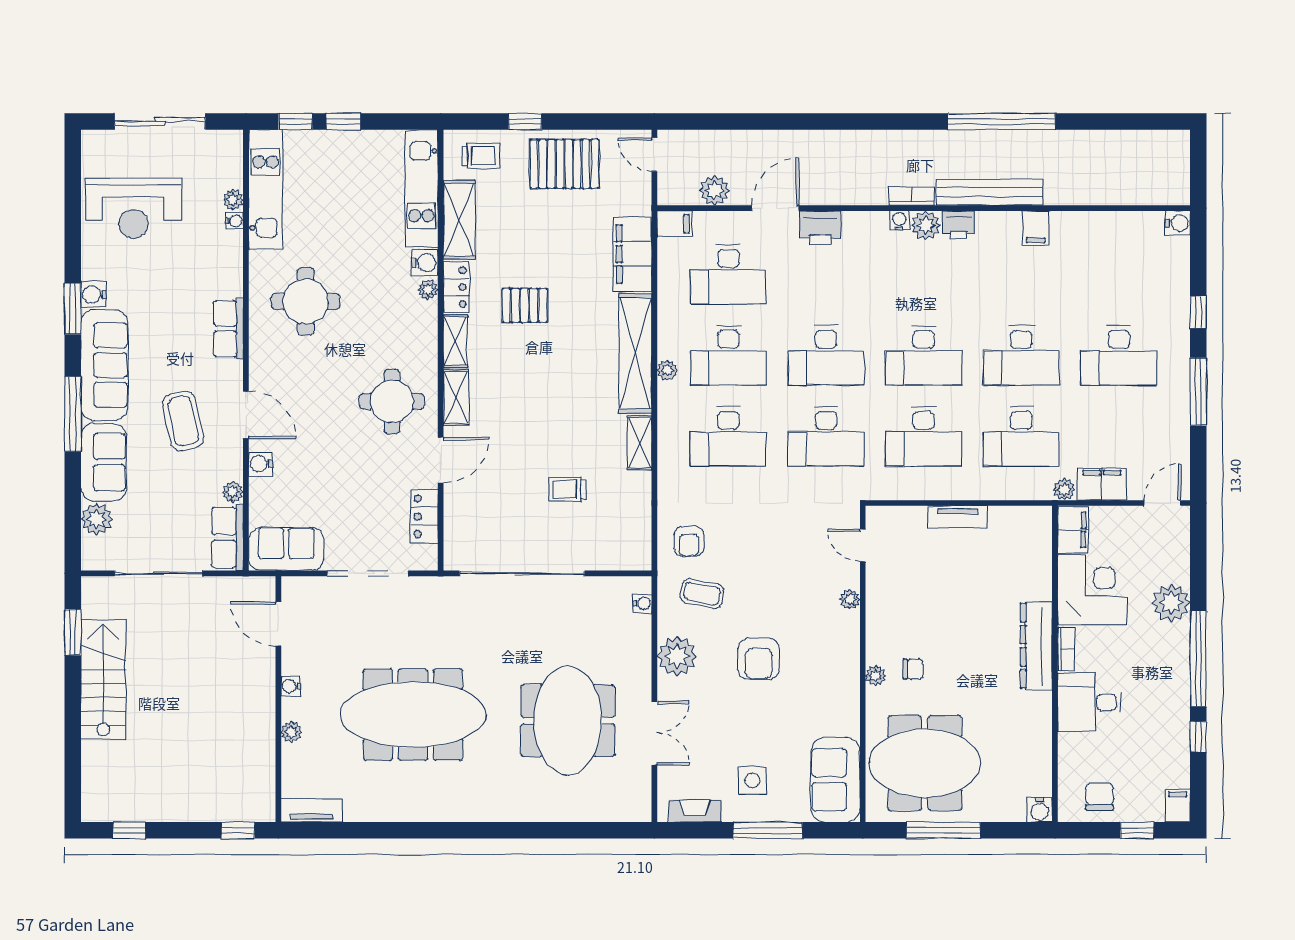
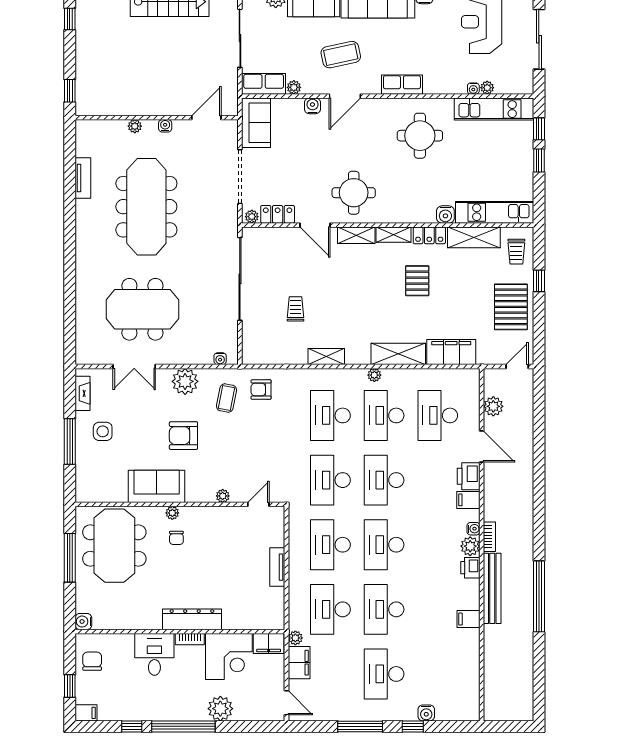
water cooler: (1178, 223) -> (426, 713), moved
filing cabinet: (674, 224) -> (468, 500), moved, turned 90
plant: (428, 290) -> (252, 217), moved
shelving: (635, 353) -> (398, 354), width x0.68
sofa: (835, 780) -> (157, 486), moved
chair: (1100, 797) -> (92, 661), turned -90
tv unit: (312, 810) -> (83, 178), moved

